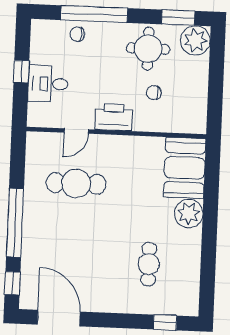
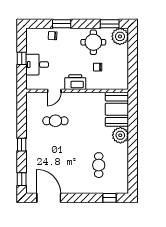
window: (94, 14) -> (62, 24), width x0.47
cafe table: (76, 184) -> (55, 121), width x0.73, depth x0.74
window: (15, 223) -> (22, 145), width x0.32

